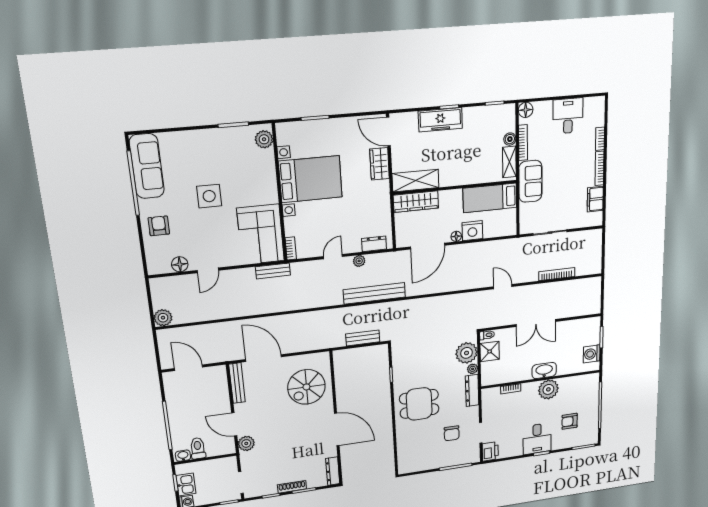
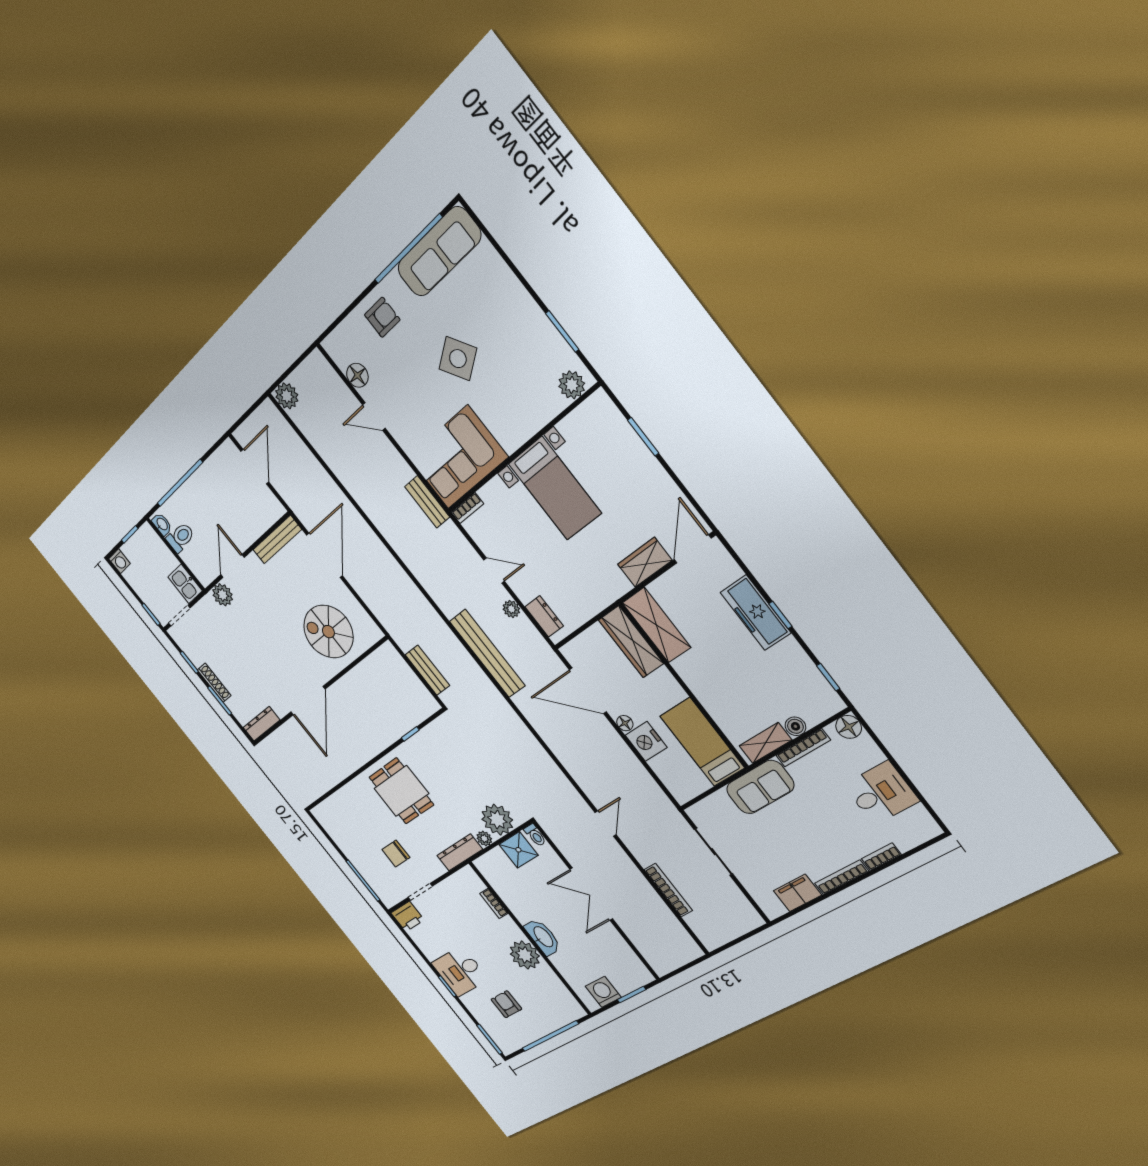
bed with nightstands: (310, 179) -> (555, 488), width x0.73
side table: (209, 196) -> (458, 359), turned -33
kitchen sink: (186, 485) -> (185, 584), moved, turned 90

